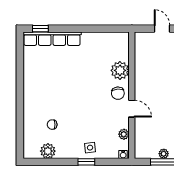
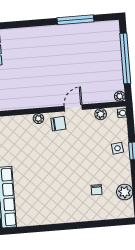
plant: (120, 70) -> (38, 119), width x0.53, depth x0.53
plant: (164, 154) -> (120, 96), moved

